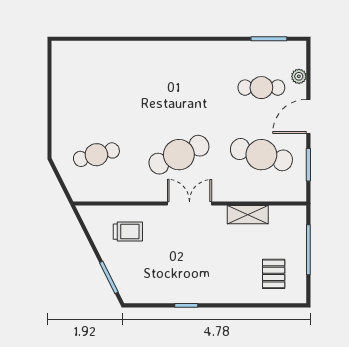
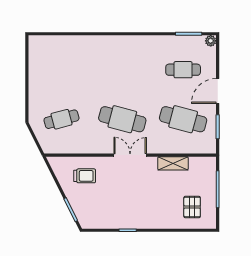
plant: (299, 76) -> (211, 41), moved
cafe table: (179, 155) -> (122, 119), turned 39

